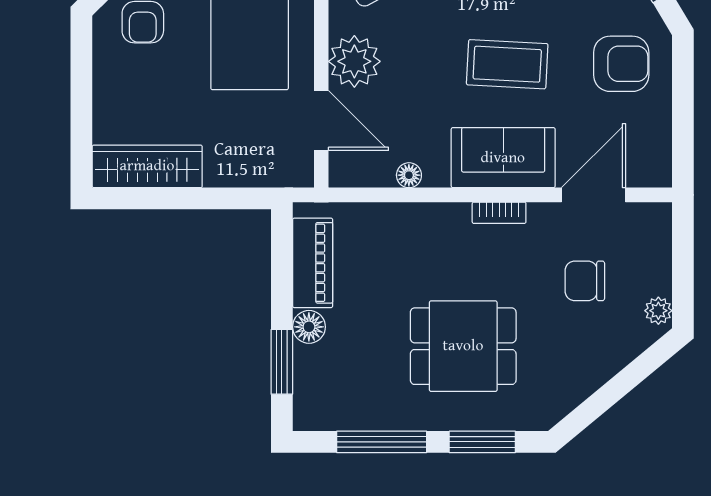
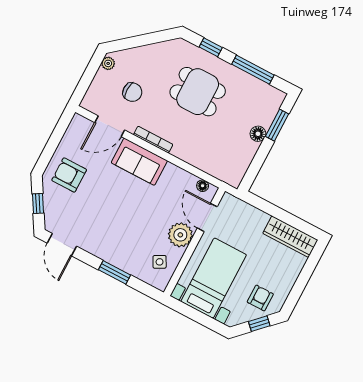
coffee table: (507, 64) -> (117, 200), removed
floor lamp: (409, 175) -> (203, 186), moved
bookcase: (499, 213) -> (153, 140), width x1.56
piano: (313, 263) -> (242, 160), removed
window: (482, 442) -> (211, 47), width x0.67

